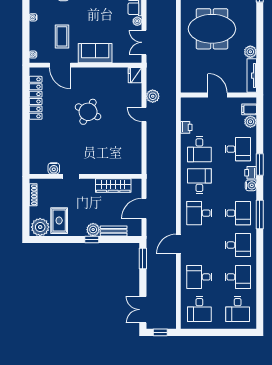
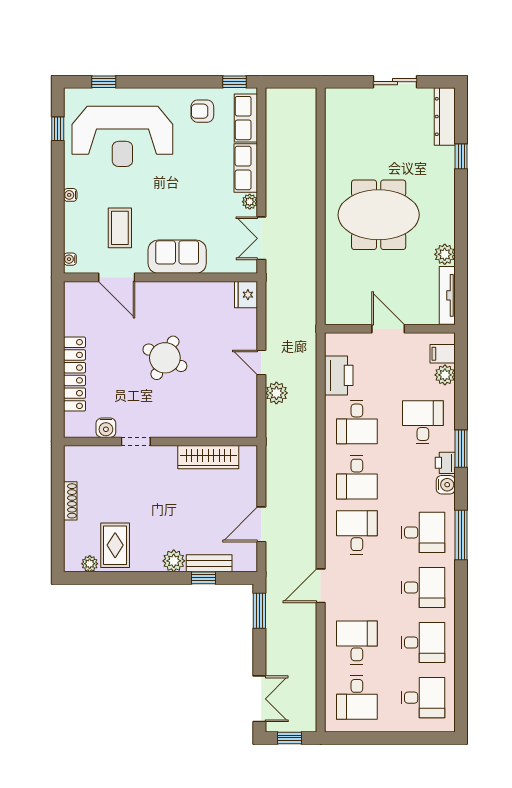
plant: (153, 96) -> (276, 393), moved
locker: (36, 98) -> (75, 374), moved
printer: (186, 127) -> (339, 375), width x1.87, depth x1.48
desk: (238, 149) -> (423, 422), turned -90
water cooler: (54, 168) -> (106, 428), moved
doorway: (71, 176) -> (136, 441), moved
wall: (86, 176) -> (161, 441), moved
desk: (199, 181) -> (357, 477), turned 180
wardrobe: (113, 186) -> (208, 457), moved
desk: (199, 213) -> (357, 532), turned 90
plant: (40, 227) -> (90, 564), width x0.53, depth x0.53
window: (92, 239) -> (204, 578), moved
desk: (199, 277) -> (357, 643), turned 90
desk: (238, 309) -> (423, 698), turned -90
double door: (143, 310) -> (259, 699), swing flipped

